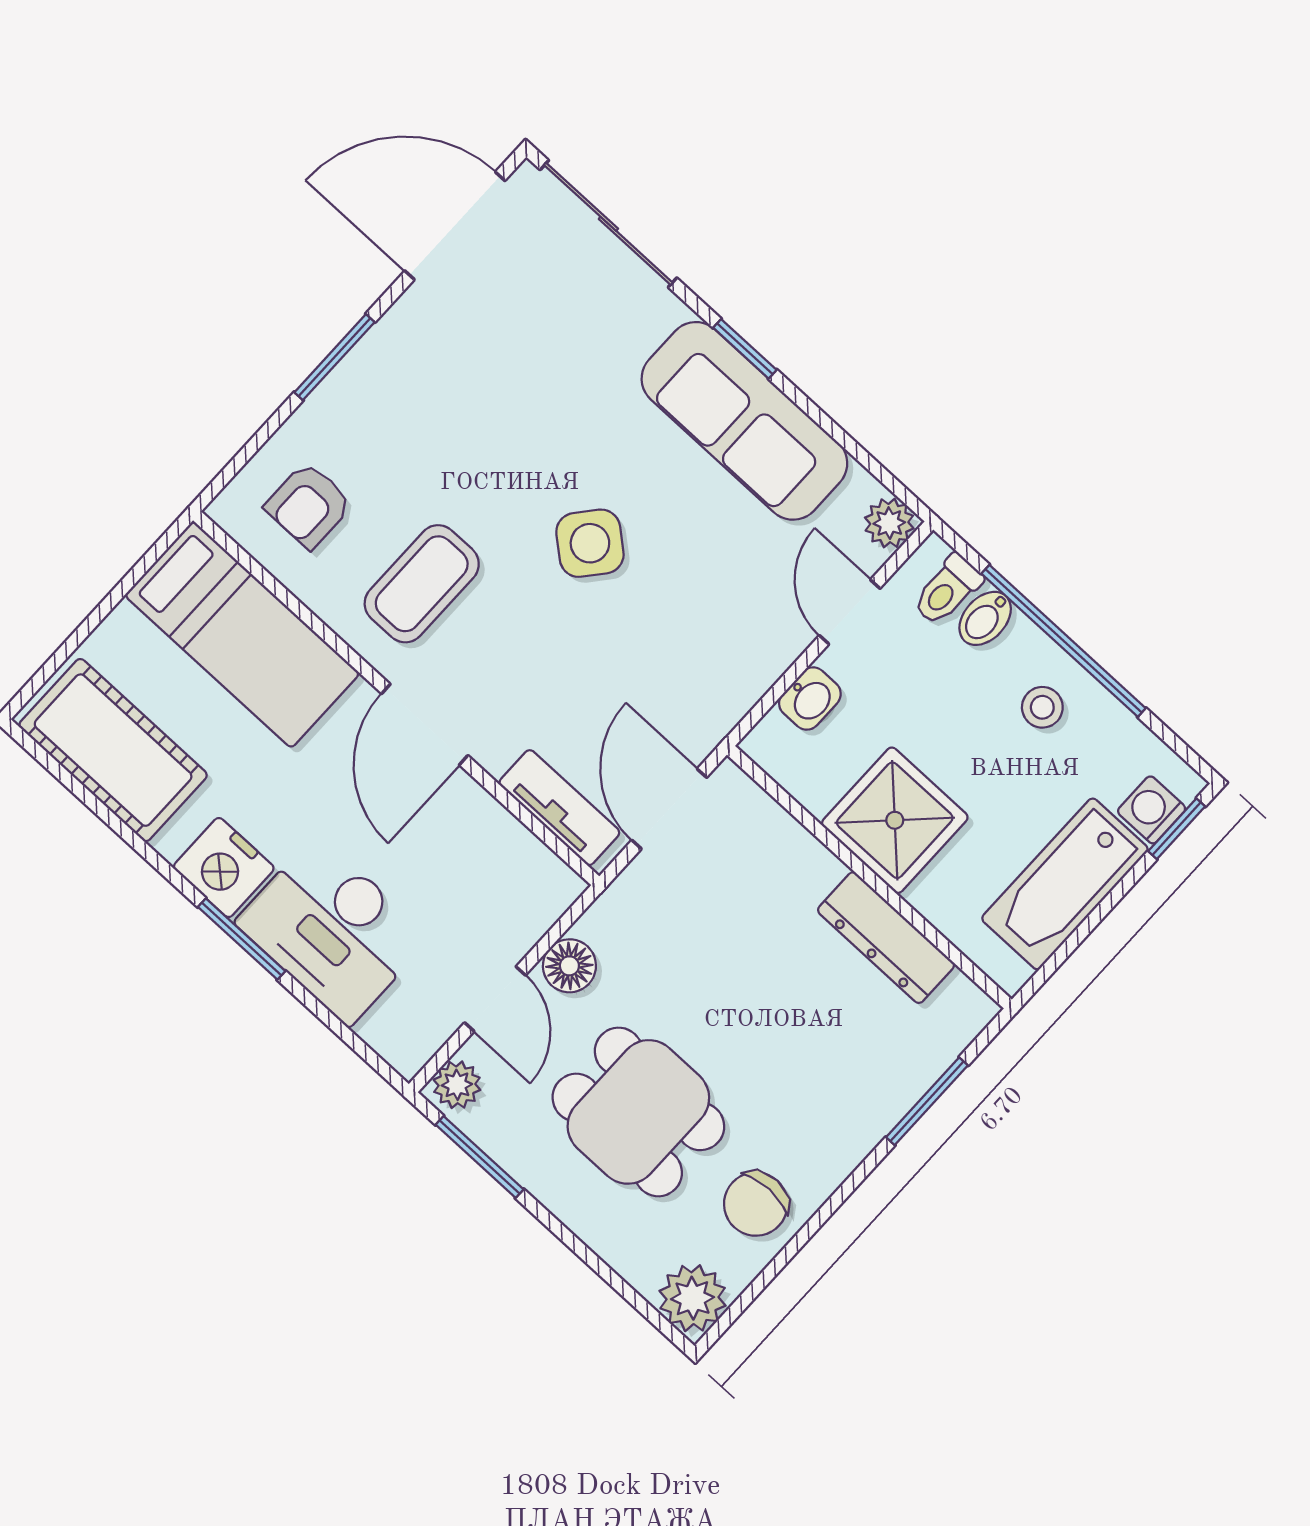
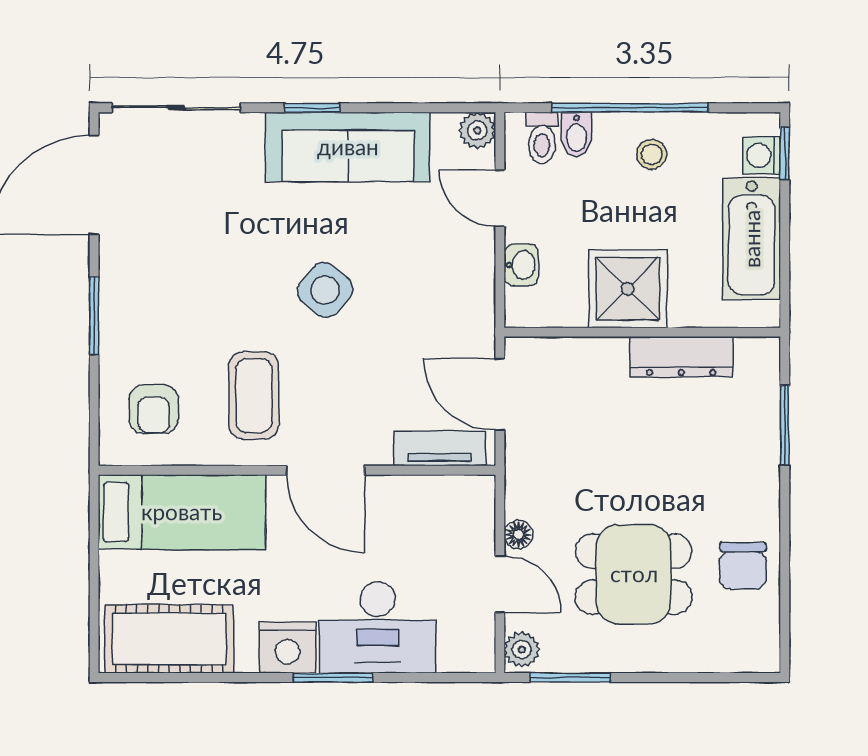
floor lamp: (569, 966) -> (518, 534), width x0.73, depth x0.73
plant: (693, 1298) -> (755, 648), removed

